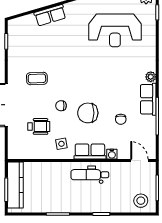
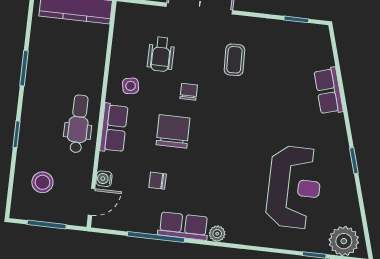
reception desk: (115, 30) -> (294, 187), turned 180
water cooler: (112, 154) -> (104, 179), moved
stool: (141, 201) -> (42, 182), moved

